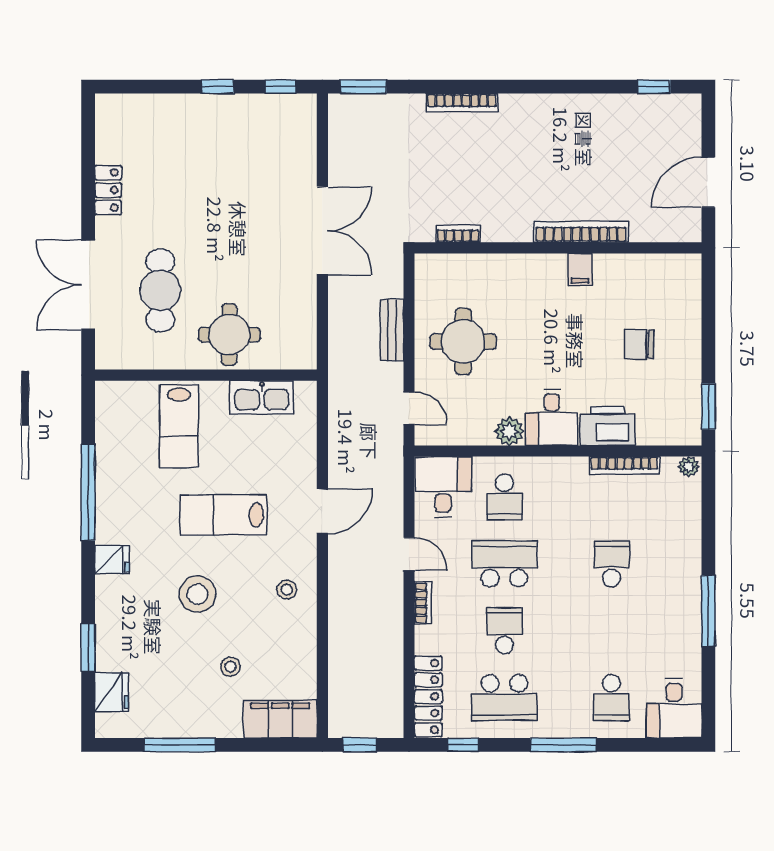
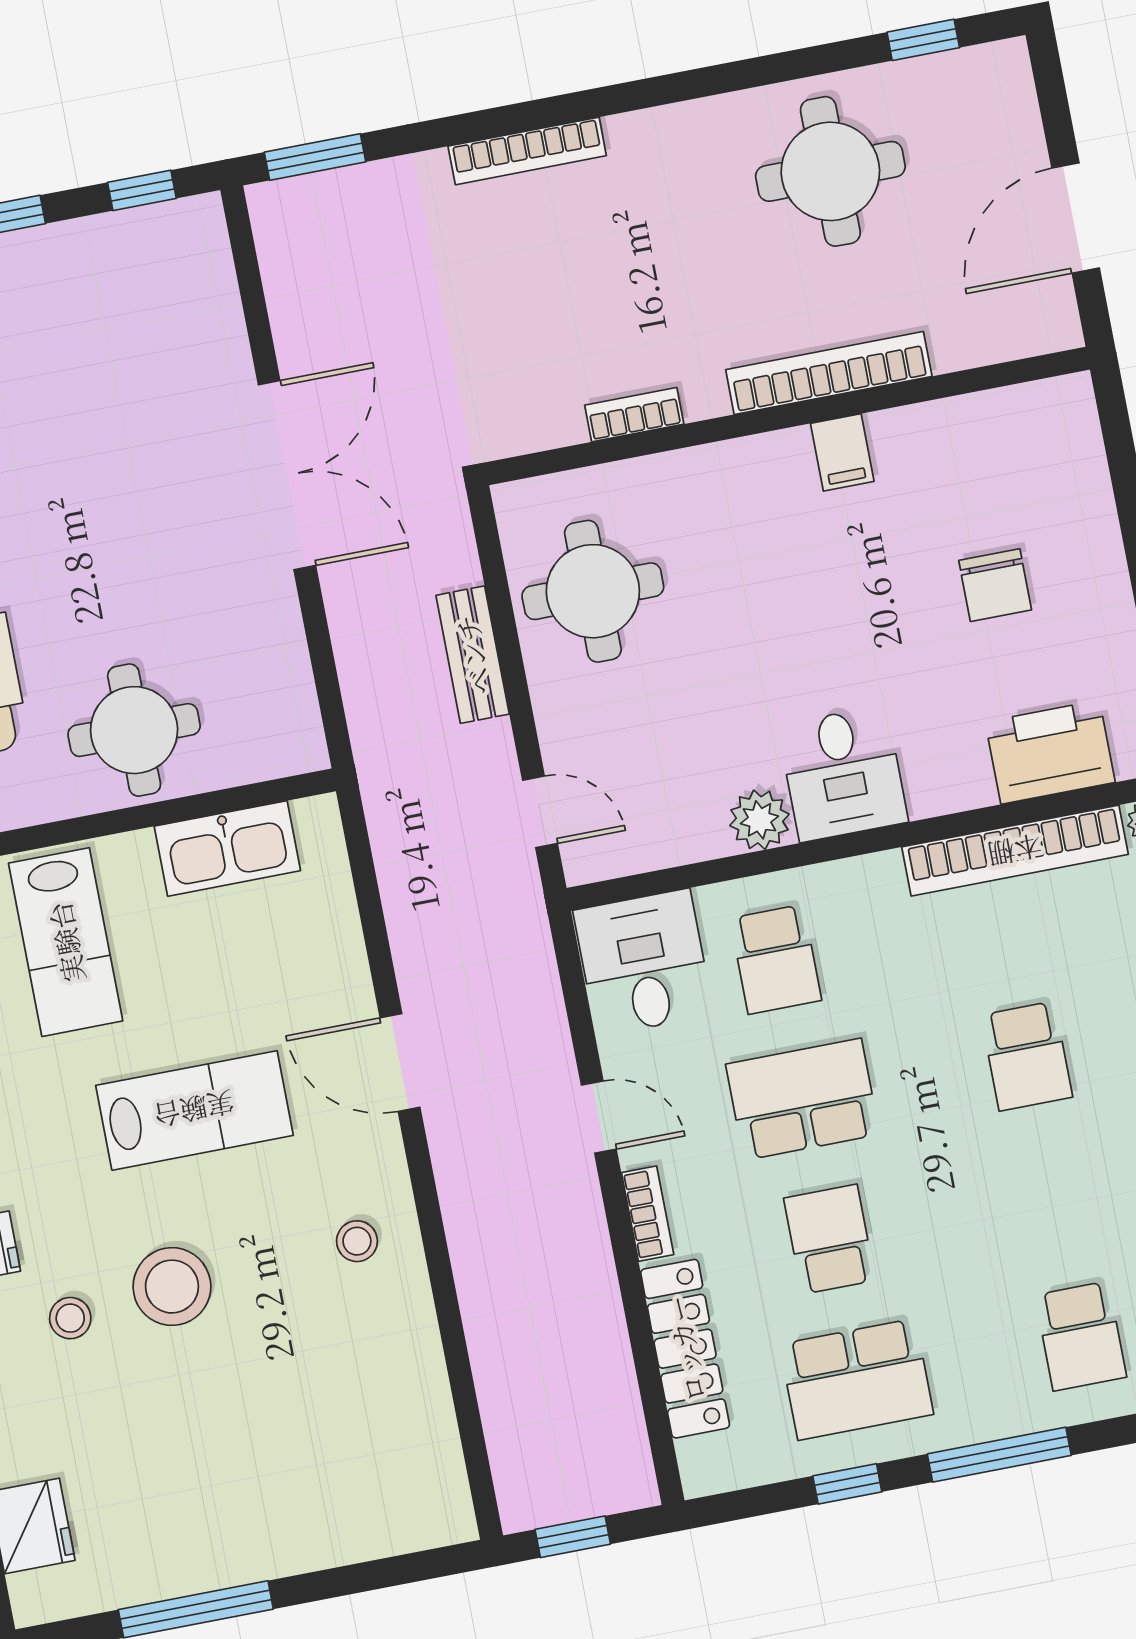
round table: (600, 139) -> (830, 171), added
bookcase: (458, 234) -> (634, 415), moved
round table: (463, 342) -> (593, 591), moved
chair: (639, 344) -> (995, 585), turned -90
printer: (608, 426) -> (1050, 752), moved
bookcase: (624, 465) -> (1015, 851), width x1.48, depth x1.31
door: (322, 511) -> (400, 1062), swing flipped
lab bench: (223, 515) -> (194, 1110), turned 180
school desk: (612, 564) -> (1027, 1056), turned 180
stool: (230, 667) -> (70, 1318), moved
locker: (428, 696) -> (685, 1349), moved
filing cabinet: (280, 719) -> (396, 1515), removed
window: (463, 745) -> (847, 1484), moved

